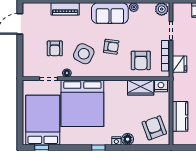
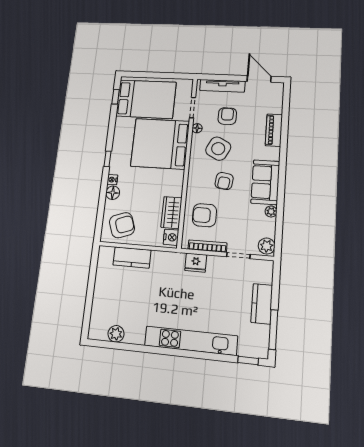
armchair: (55, 48) -> (227, 116), turned 90
tv unit: (27, 55) -> (222, 86), added

